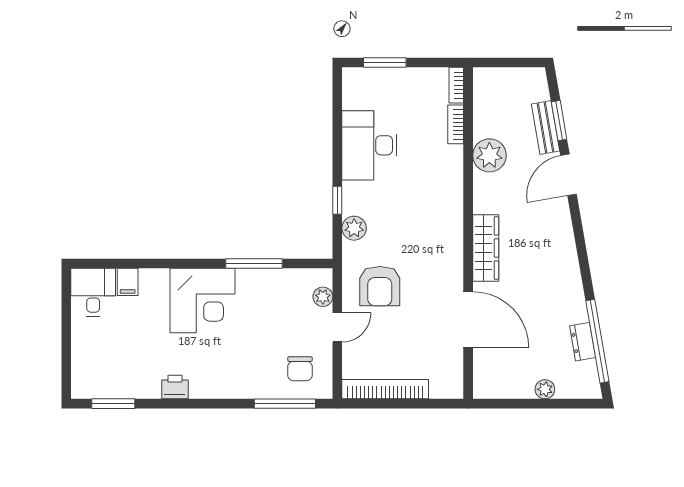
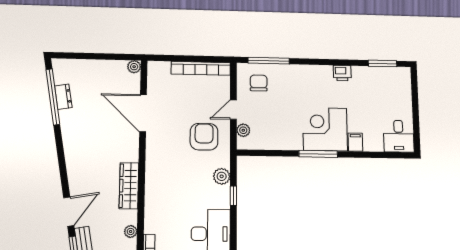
plant: (489, 155) -> (131, 231), width x0.53, depth x0.53
wardrobe: (486, 248) -> (129, 186), moved
window: (254, 263) -> (318, 154), moved
filing cabinet: (128, 282) -> (355, 142), moved
plant: (545, 389) -> (134, 67), moved

